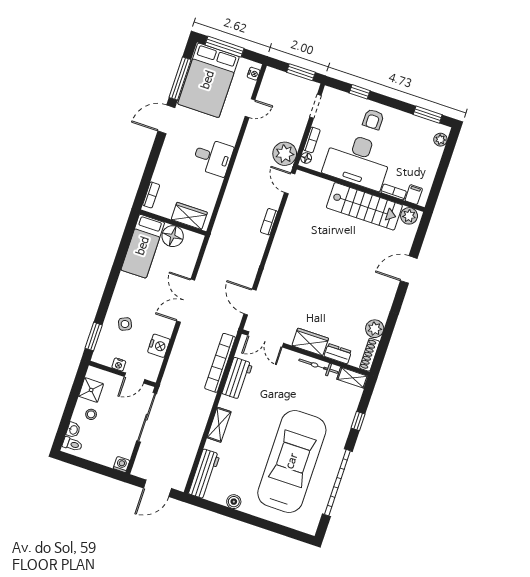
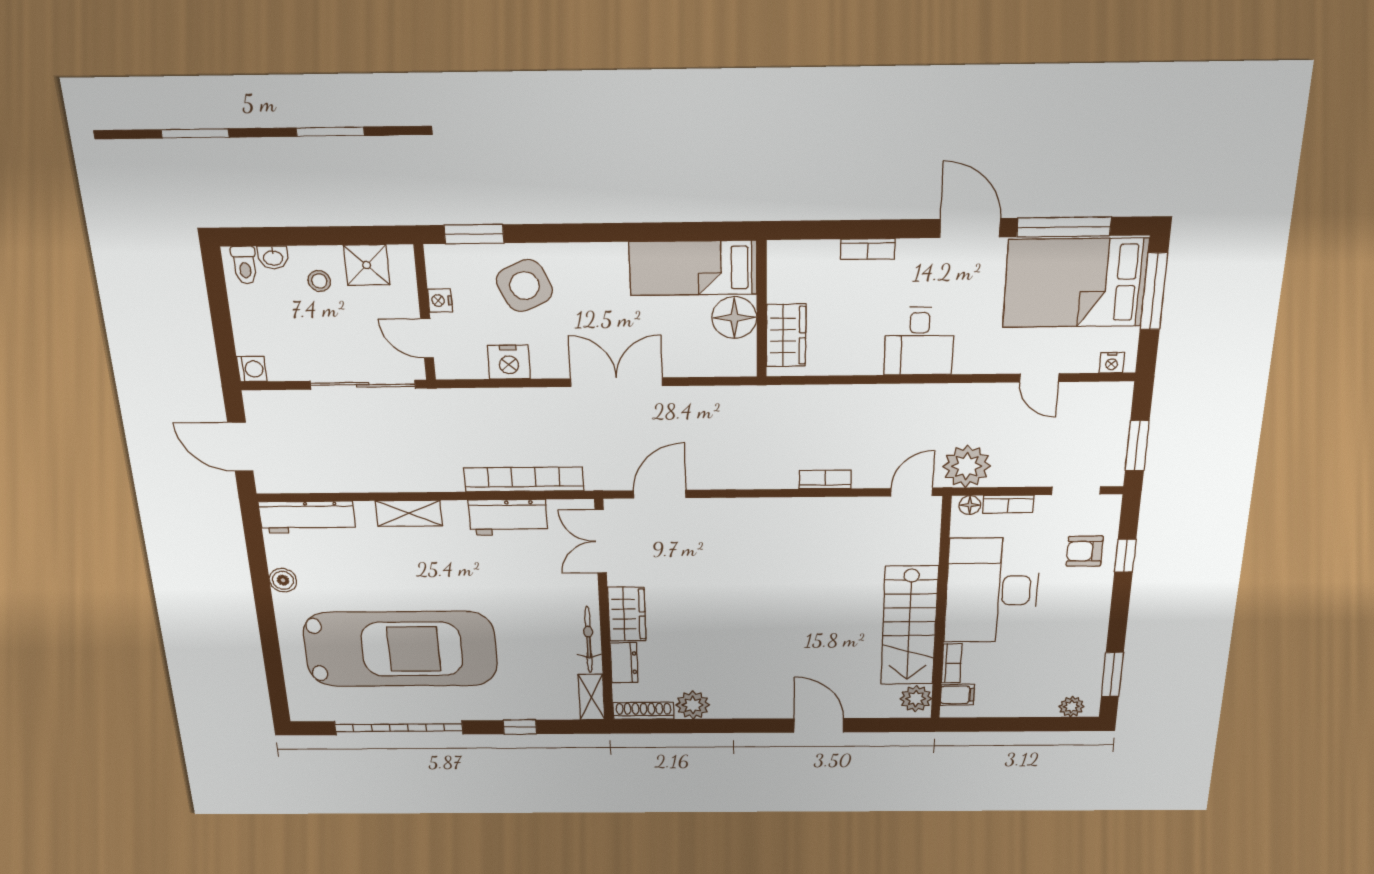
armchair: (373, 119) -> (1085, 551), moved
bookcase: (151, 195) -> (868, 249), moved
side table: (125, 324) -> (524, 286), width x1.87, depth x1.87

